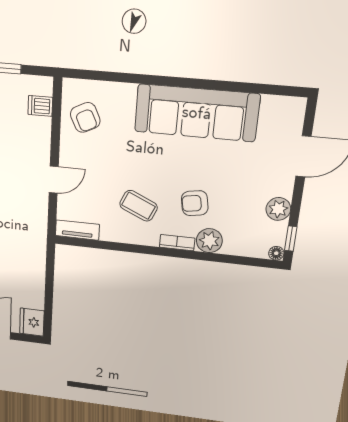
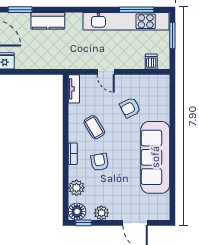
armchair: (85, 117) -> (130, 108), moved
coffee table: (139, 206) -> (94, 127), turned -55
plant: (209, 241) -> (76, 188), moved
floor lamp: (276, 253) -> (77, 212), width x1.89, depth x1.89

